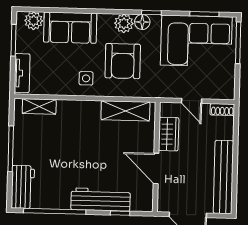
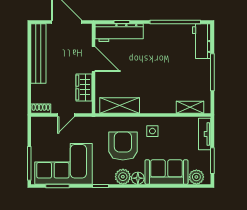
floor lamp: (142, 22) -> (138, 178), moved
door: (192, 101) -> (66, 115), swing flipped
workbench: (101, 199) -> (119, 33), moved

